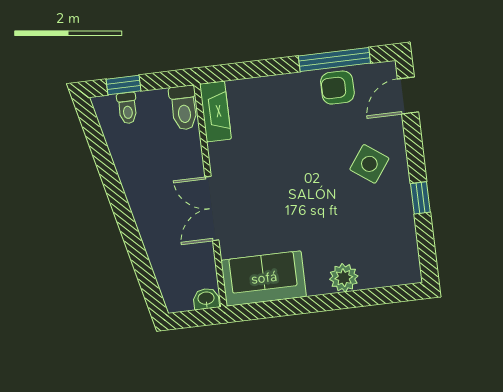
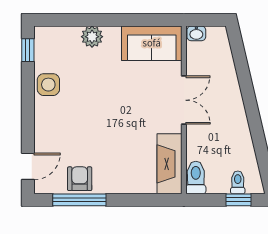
armchair: (337, 88) -> (80, 179), turned -90
fireplace: (216, 111) -> (169, 164), width x1.37, depth x1.32
side table: (369, 164) -> (48, 85), moved, turned -36
window: (420, 198) -> (28, 50), moved

